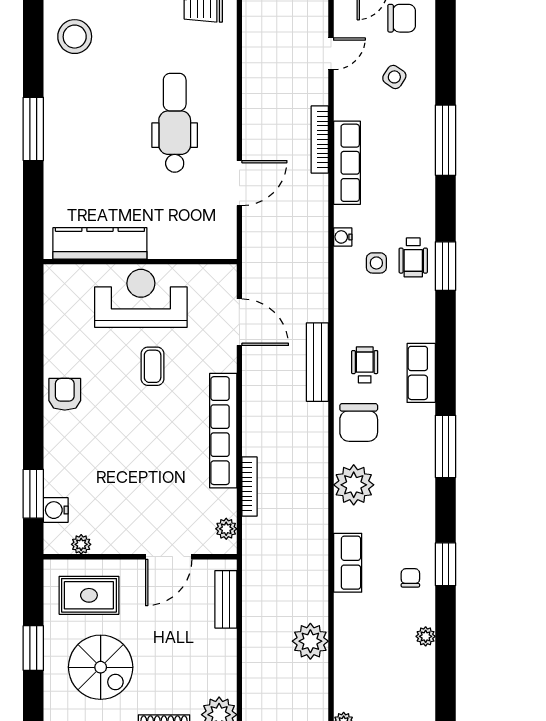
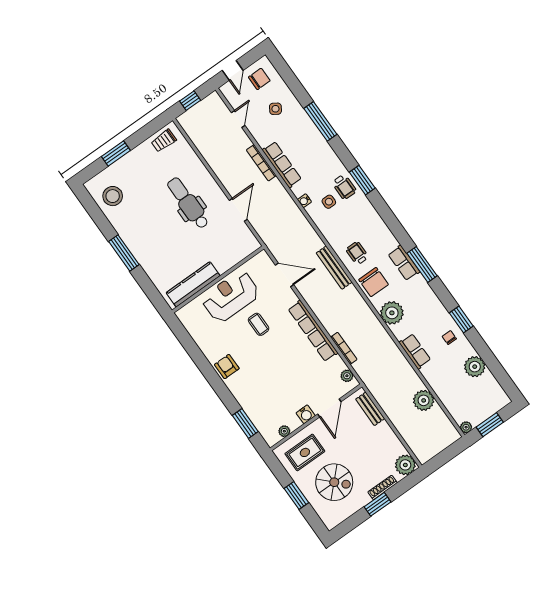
row of seats: (421, 373) -> (404, 263), moved
water cooler: (56, 510) -> (306, 414), moved, turned -90
plant: (426, 636) -> (475, 367), width x1.88, depth x1.88

